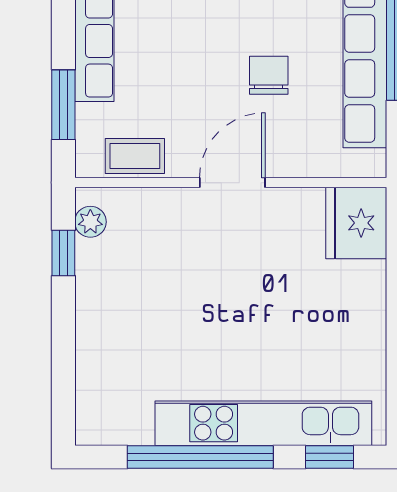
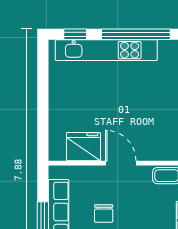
door: (232, 183) -> (121, 163), swing flipped
fridge: (356, 223) -> (83, 147), moved, turned -90

